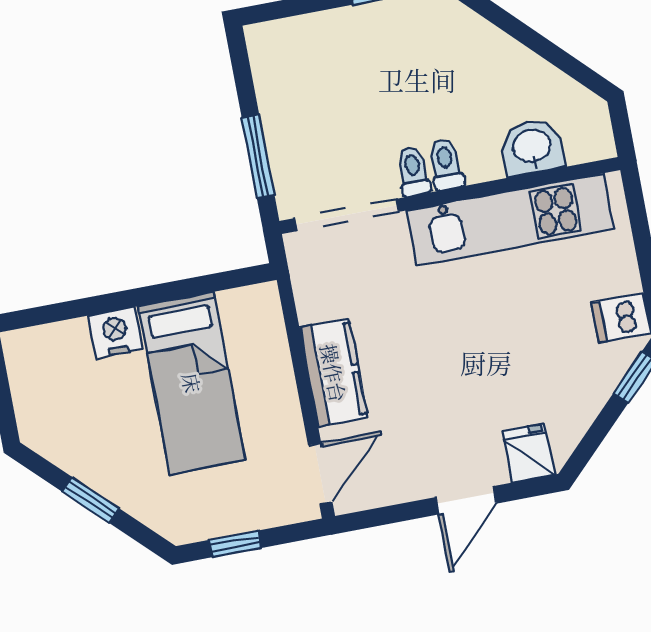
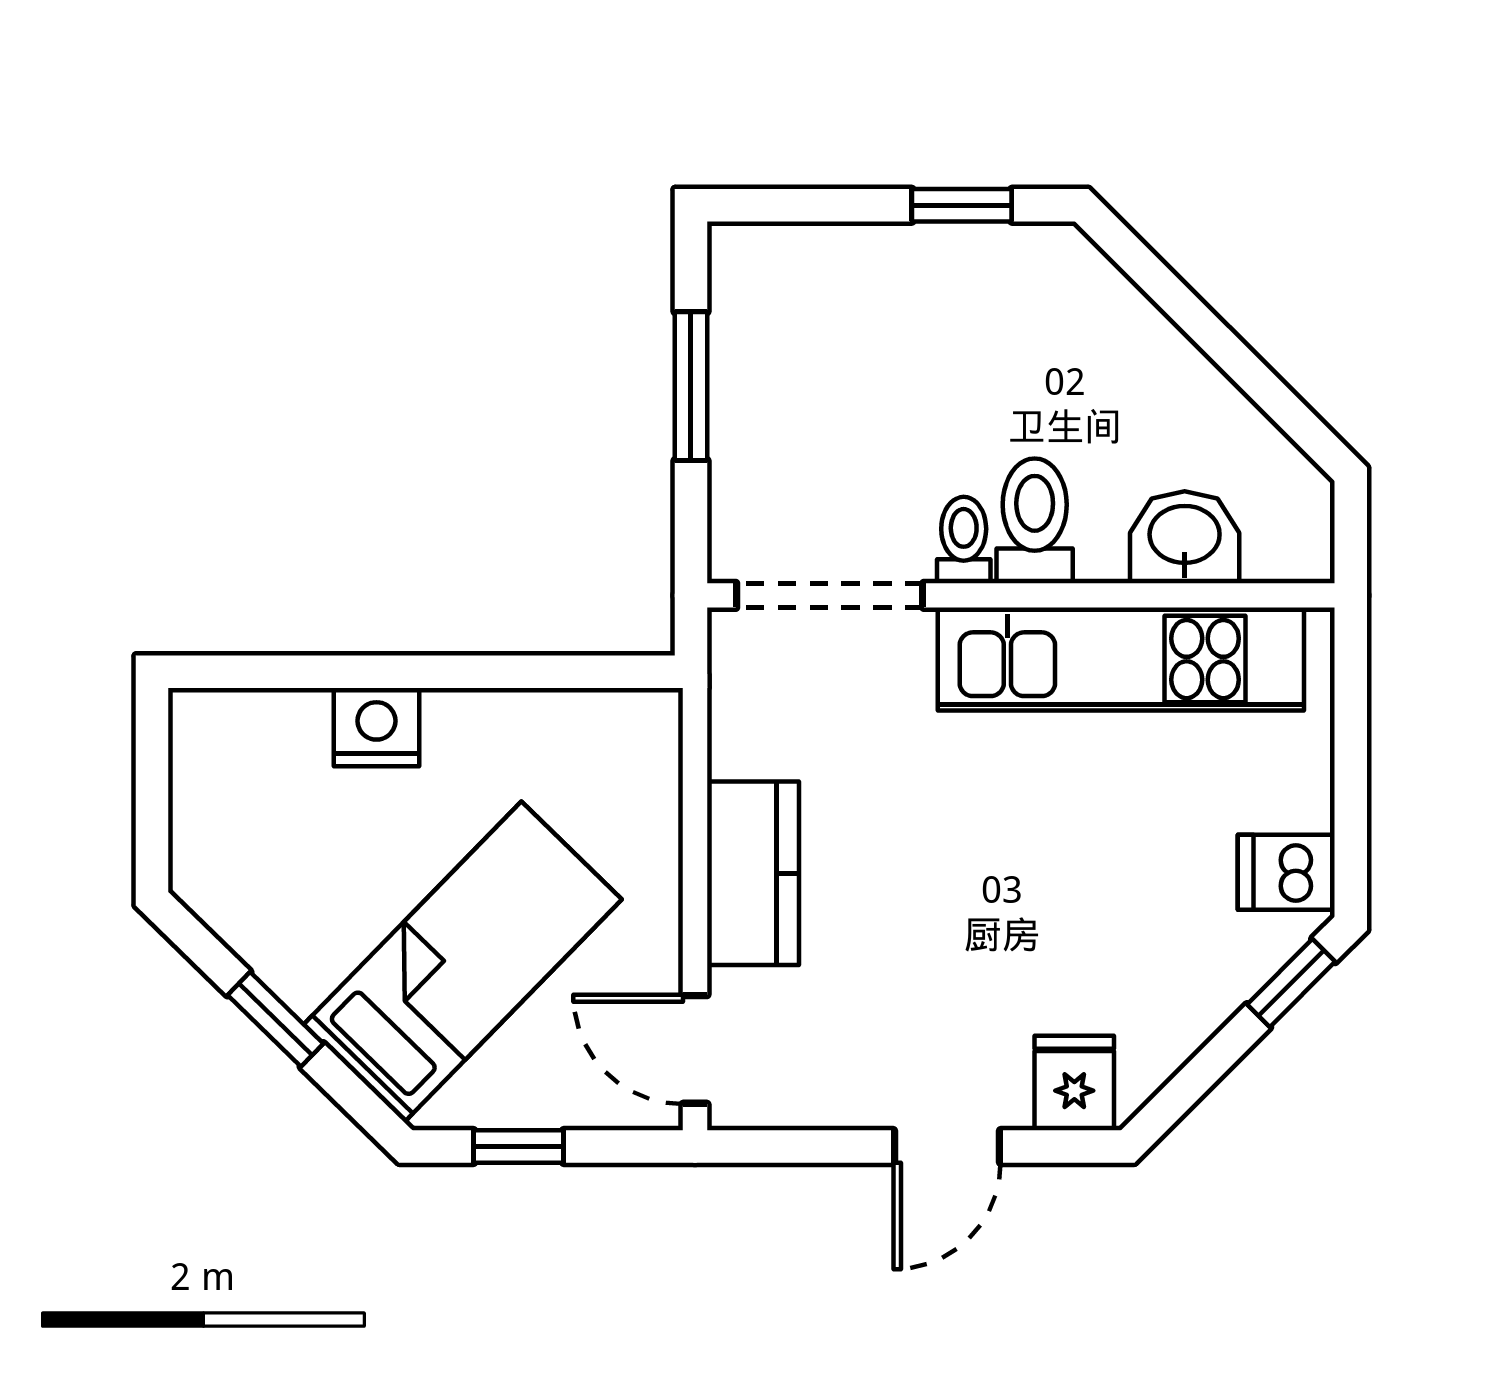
window: (258, 156) -> (691, 386), moved
toilet: (446, 164) -> (1035, 521), width x1.37, depth x1.39
bed: (192, 383) -> (463, 962), moved, turned -136
door: (320, 474) -> (695, 1049), swing flipped

